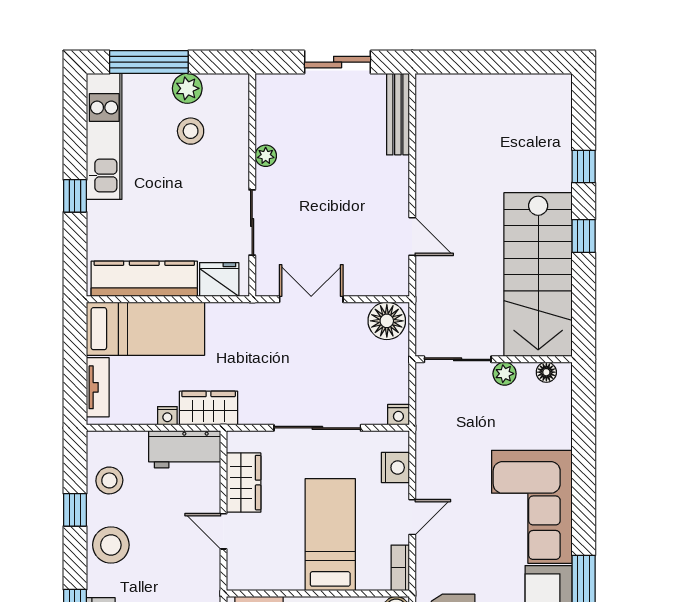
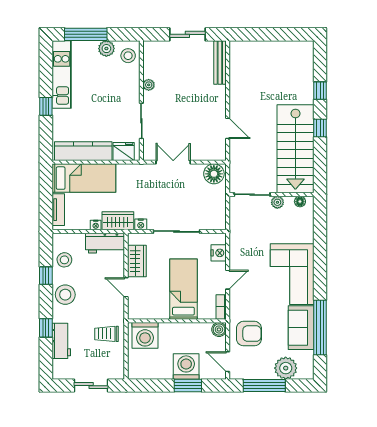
stool: (191, 131) -> (128, 56), moved
nightstand: (398, 415) -> (141, 224), moved

